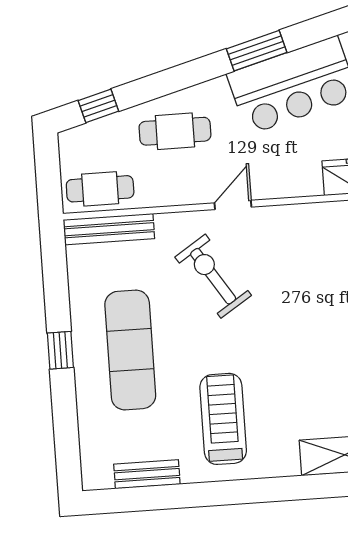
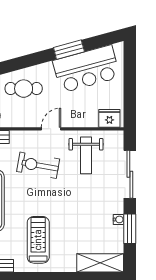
weight bench: (303, 251) -> (86, 155), added
exercise bike: (213, 276) -> (38, 165), turned -47

